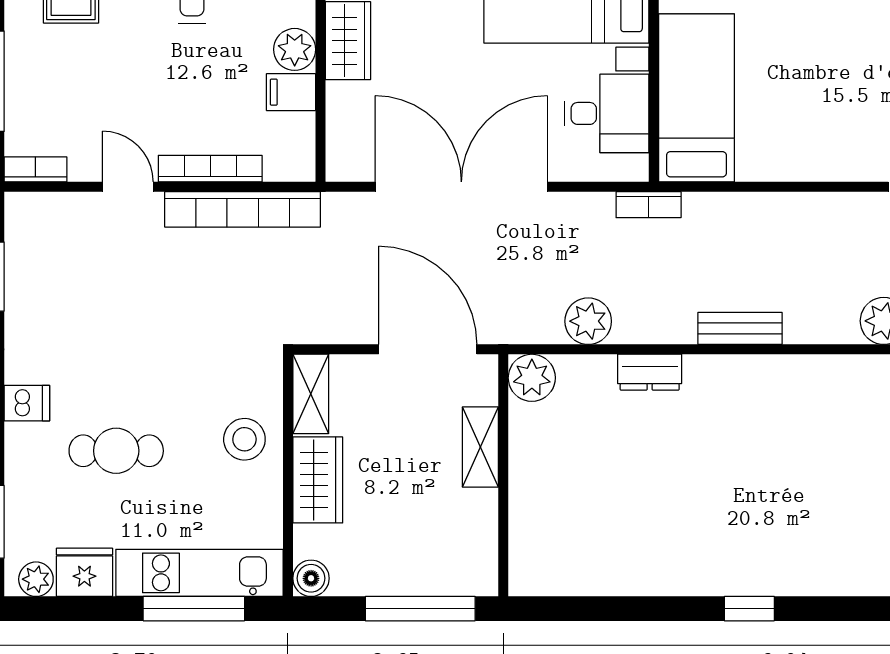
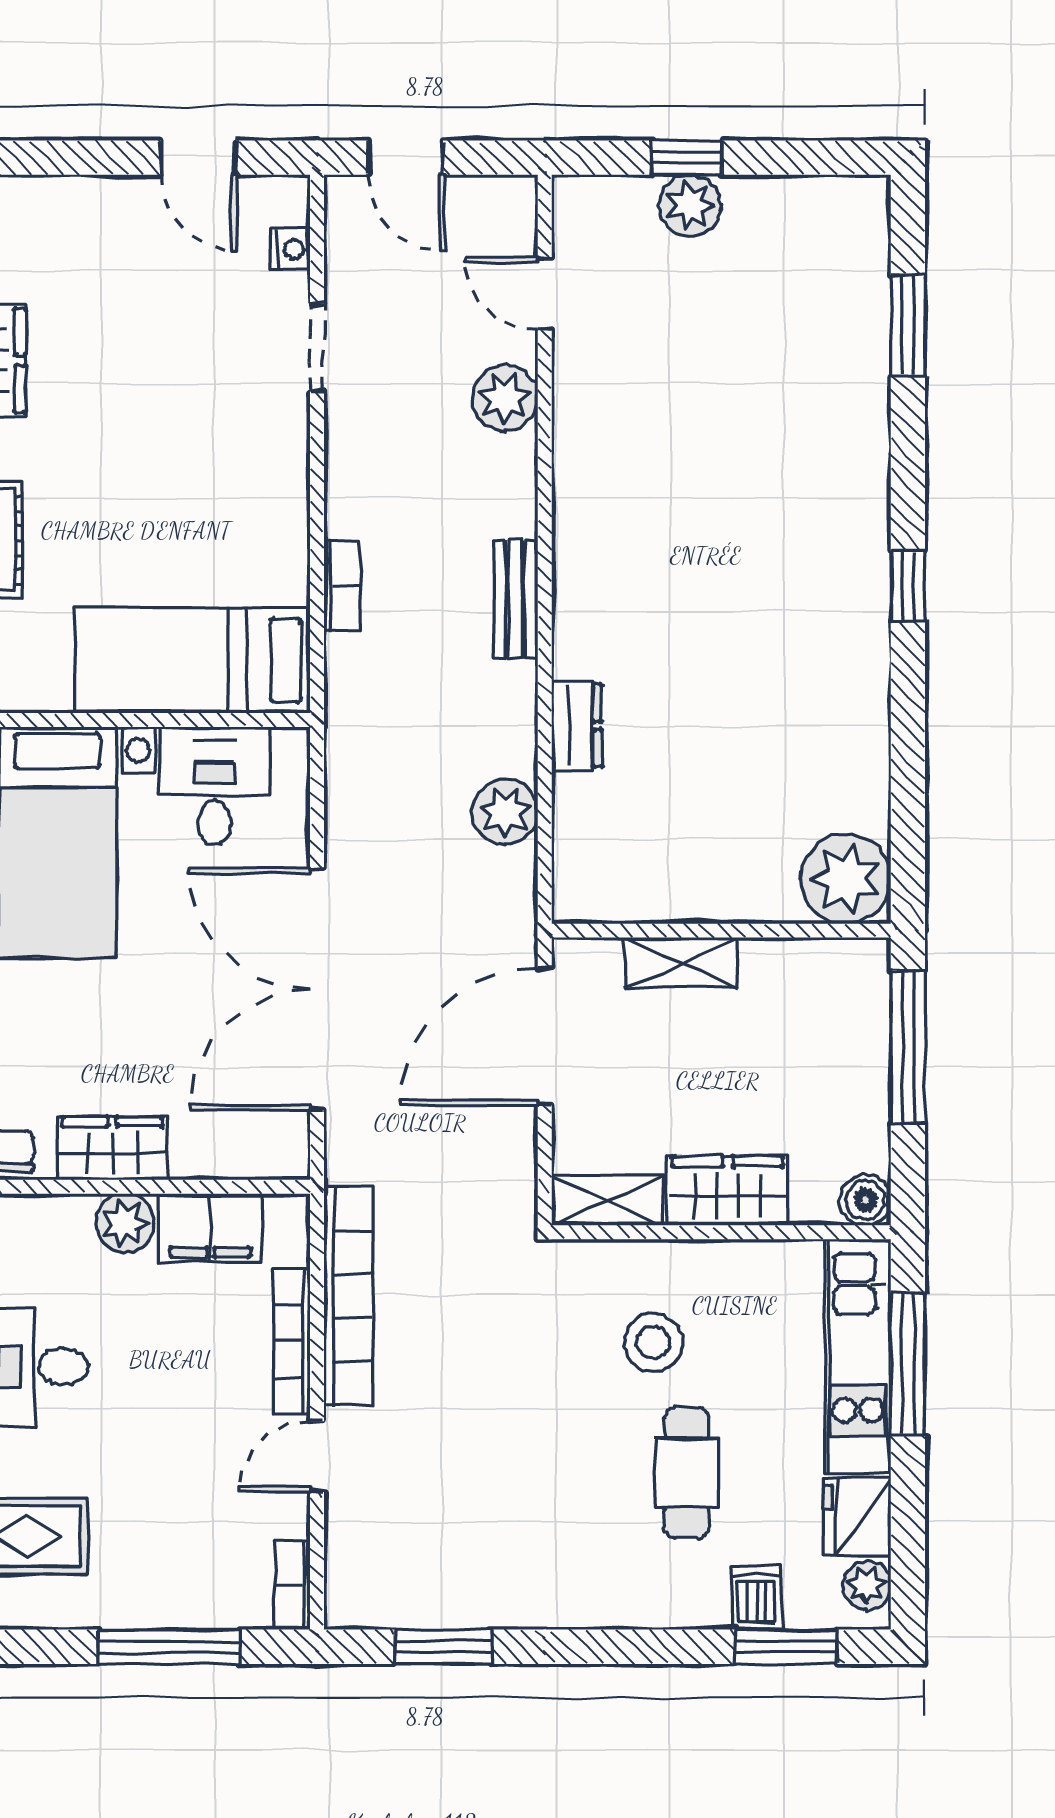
filing cabinet: (291, 92) -> (210, 1228), width x2.00
bookcase: (649, 205) -> (342, 586), moved
plant: (532, 378) -> (846, 879), moved, width x1.36, depth x1.36
dishwasher: (27, 403) -> (757, 1598), moved
stool: (244, 439) -> (653, 1342), moved

